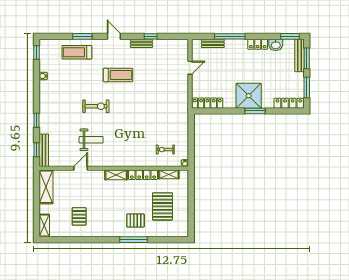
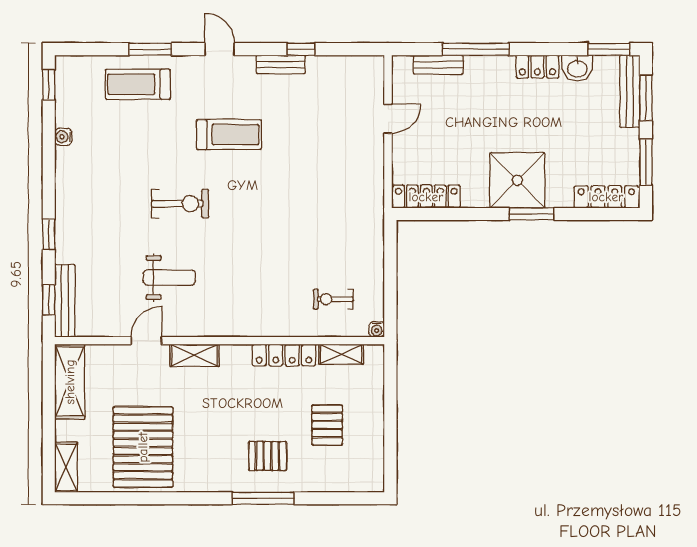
shelving: (116, 175) -> (194, 355), moved
pallet: (162, 206) -> (327, 425), width x0.67, depth x0.71
pallet: (79, 216) -> (143, 447), width x2.05, depth x2.00

